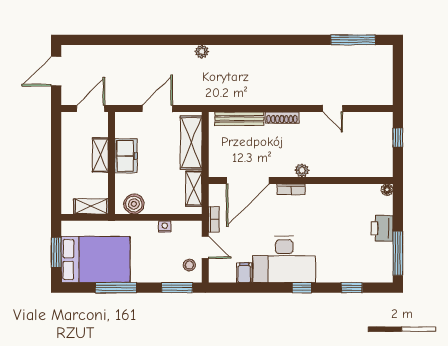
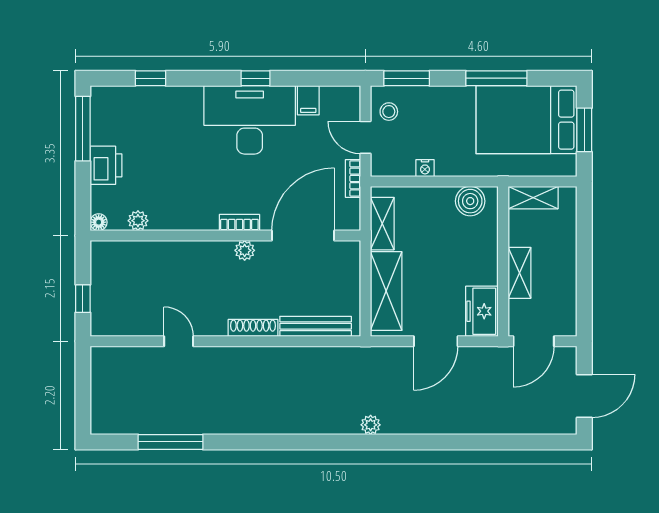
window: (353, 40) -> (171, 442), moved
freezer: (126, 156) -> (482, 311), moved
plant: (302, 170) -> (245, 250), moved
plant: (360, 191) -> (138, 221), added
window: (302, 288) -> (256, 78), moved

